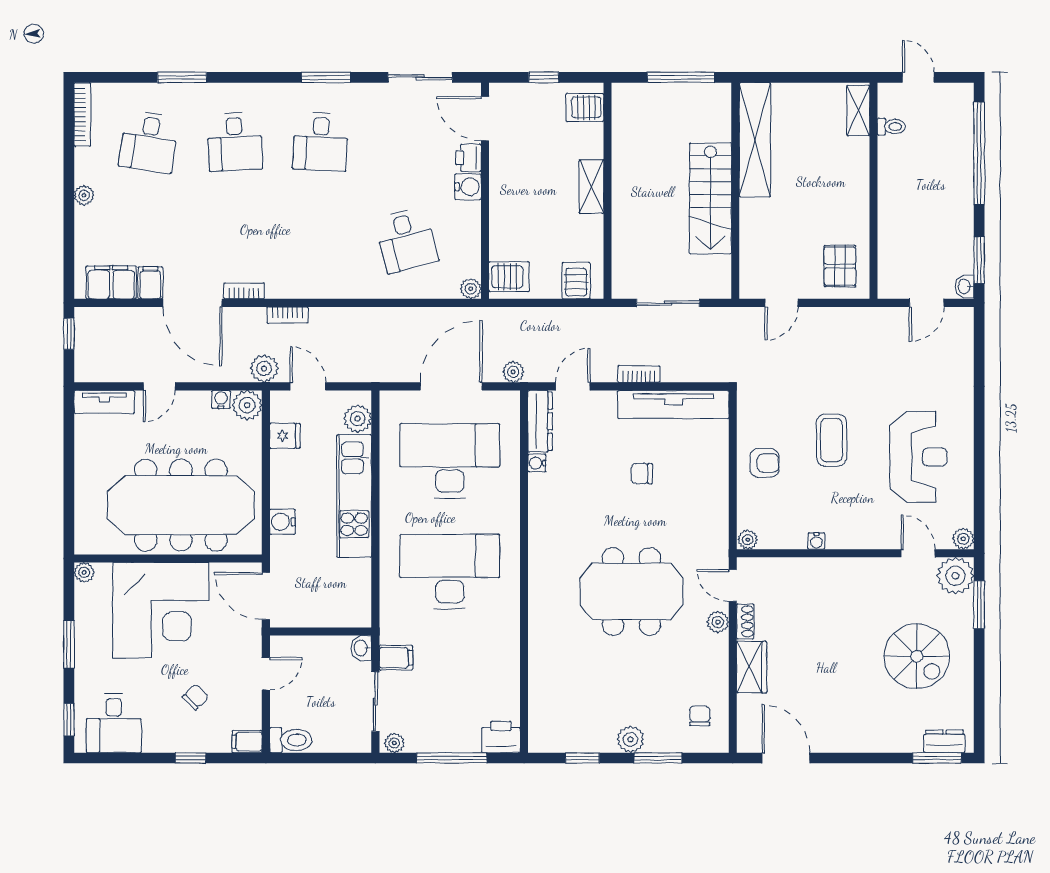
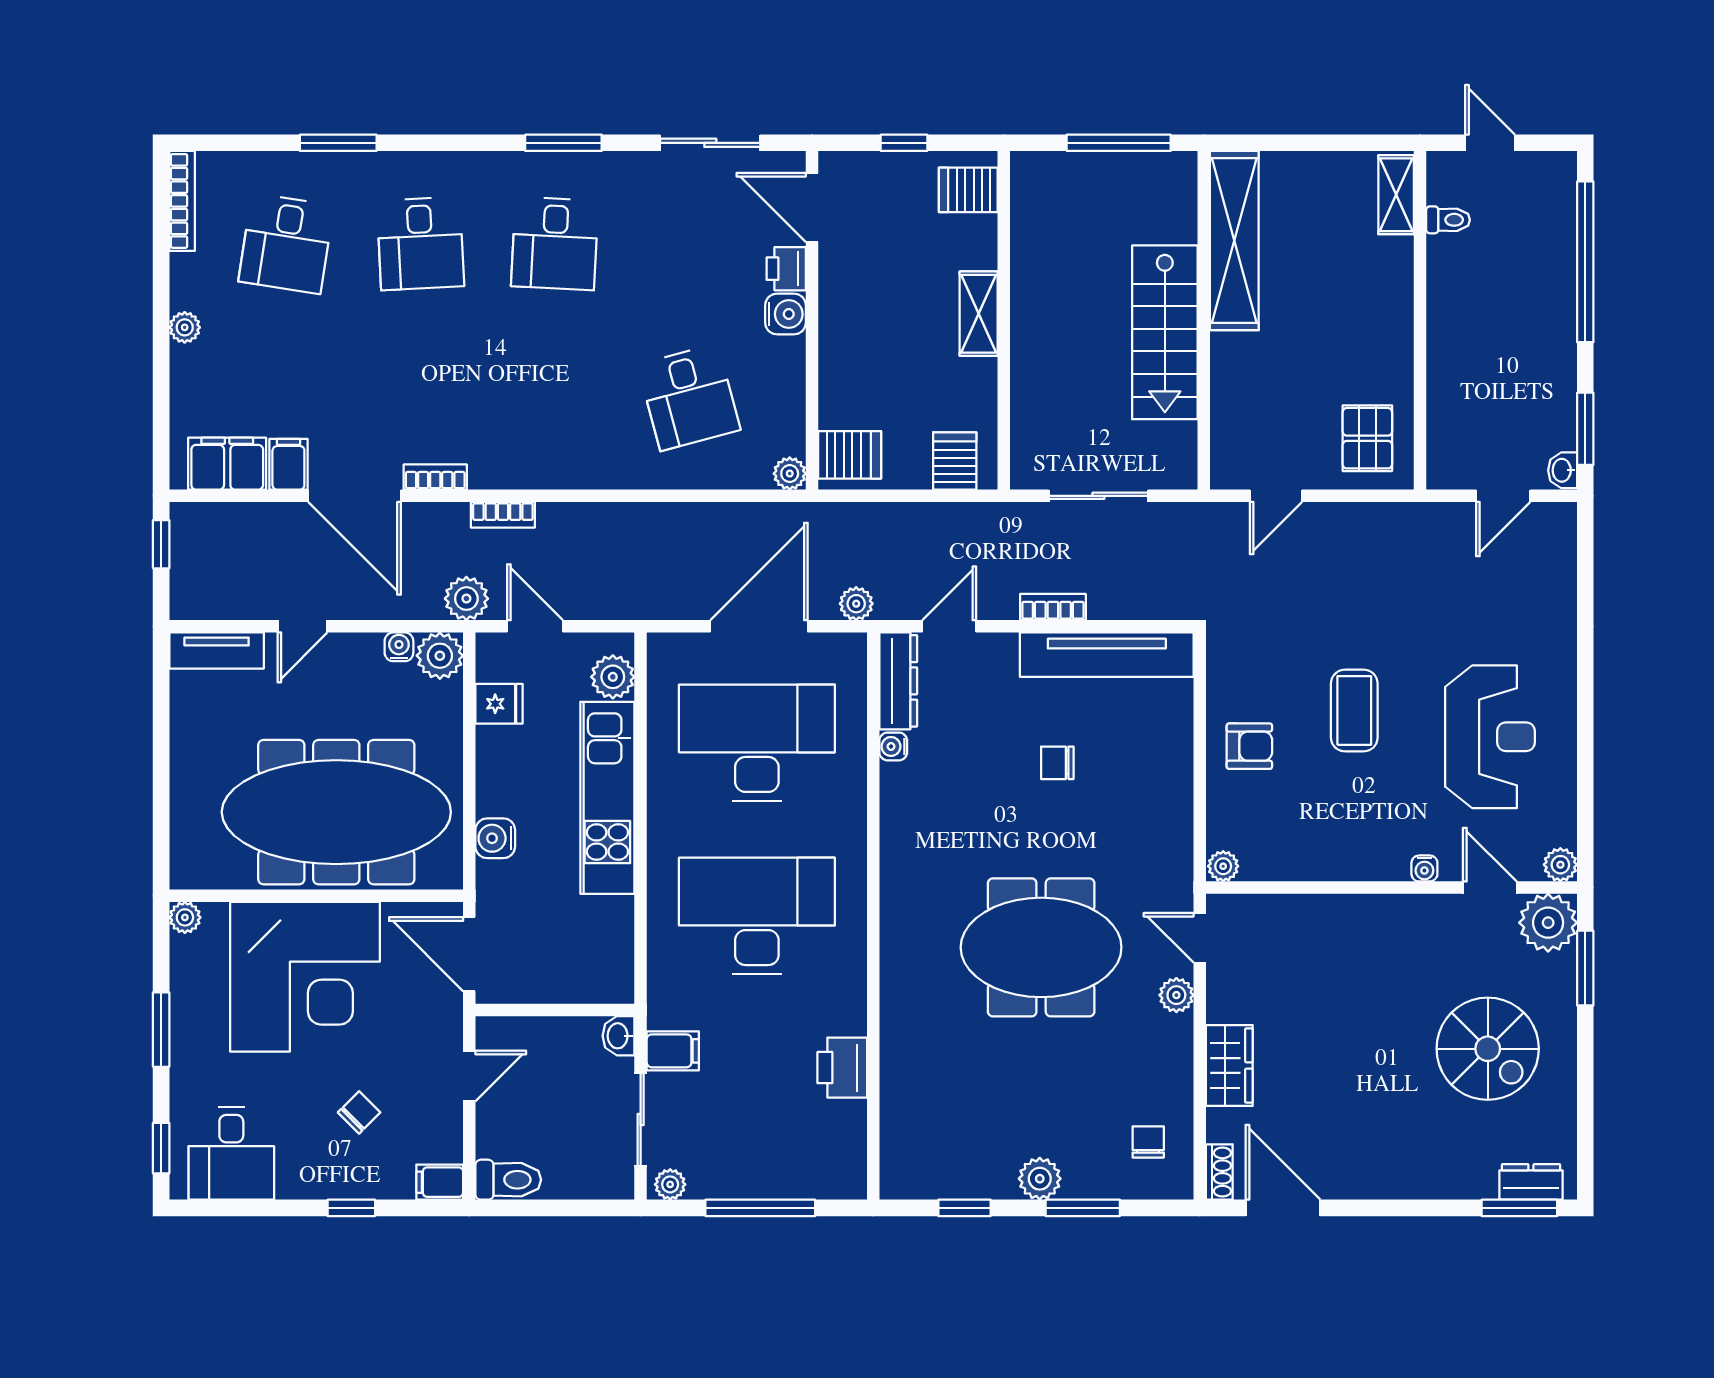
water cooler: (816, 541) -> (1424, 868), moved
shoe rack: (745, 621) -> (1219, 1172), moved
printer: (501, 737) -> (842, 1068), moved, turned -90

